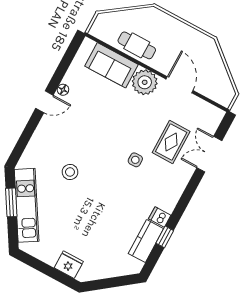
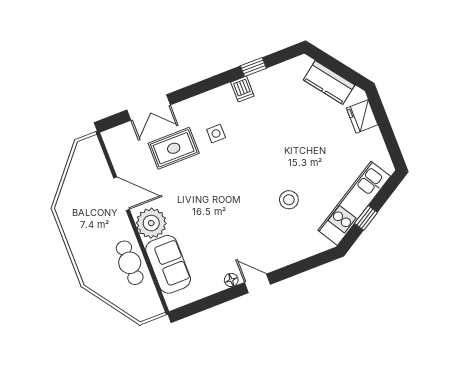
door: (180, 85) -> (122, 194), swing flipped
side table: (135, 160) -> (216, 134), moved
window: (11, 202) -> (366, 218), width x0.67
kitchen counter: (146, 241) -> (329, 82), moved, turned 53

